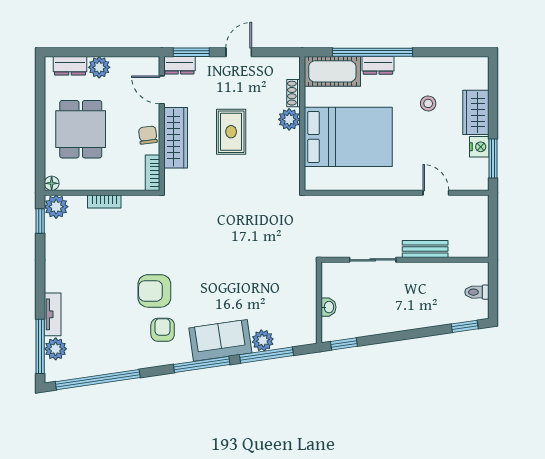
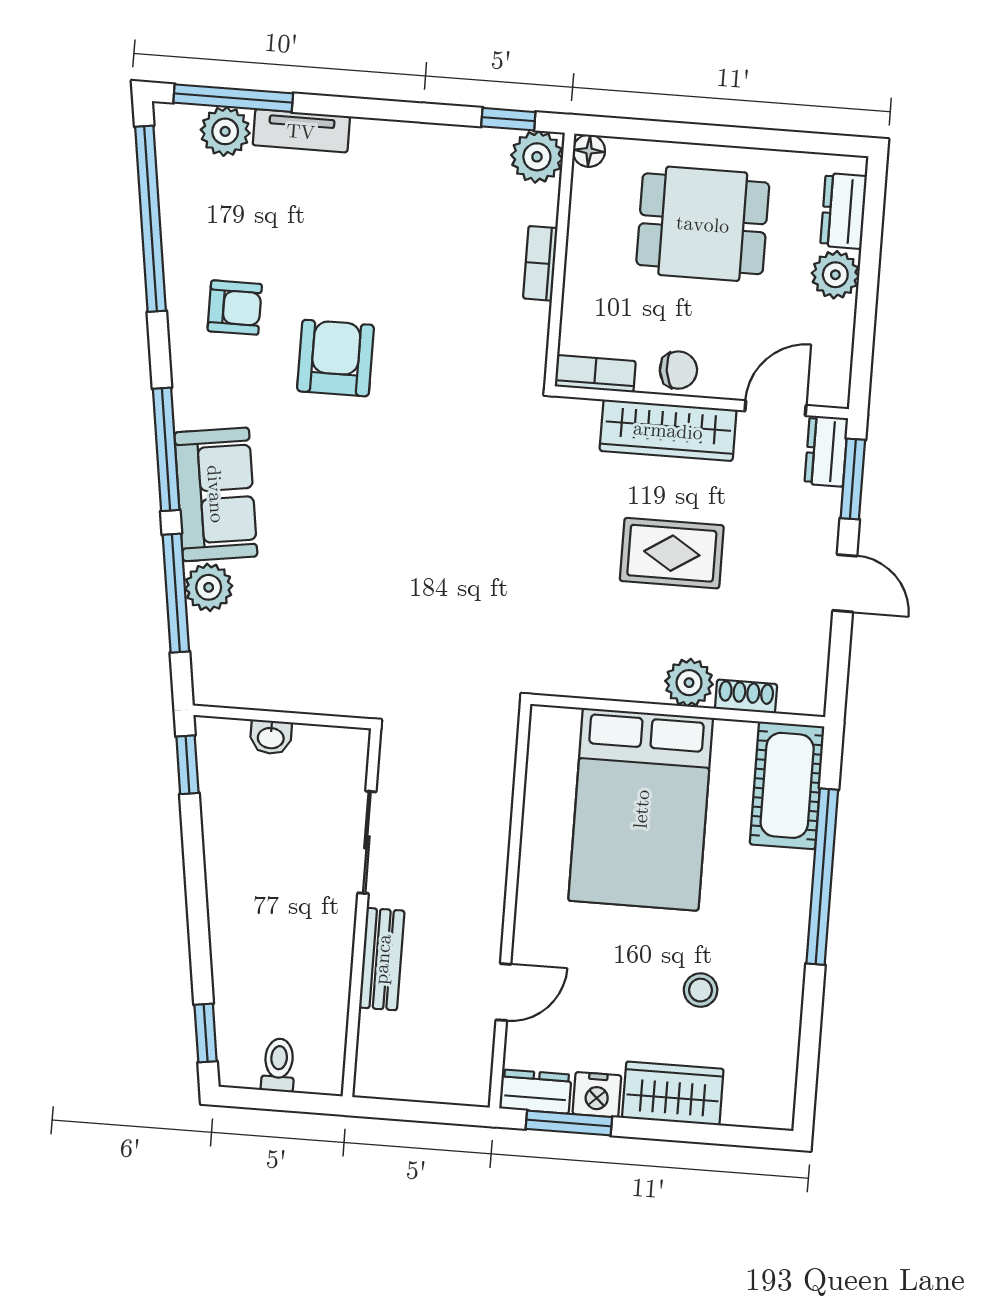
dresser: (378, 65) -> (535, 1091), moved, turned 90
armchair: (163, 330) -> (235, 308), moved

